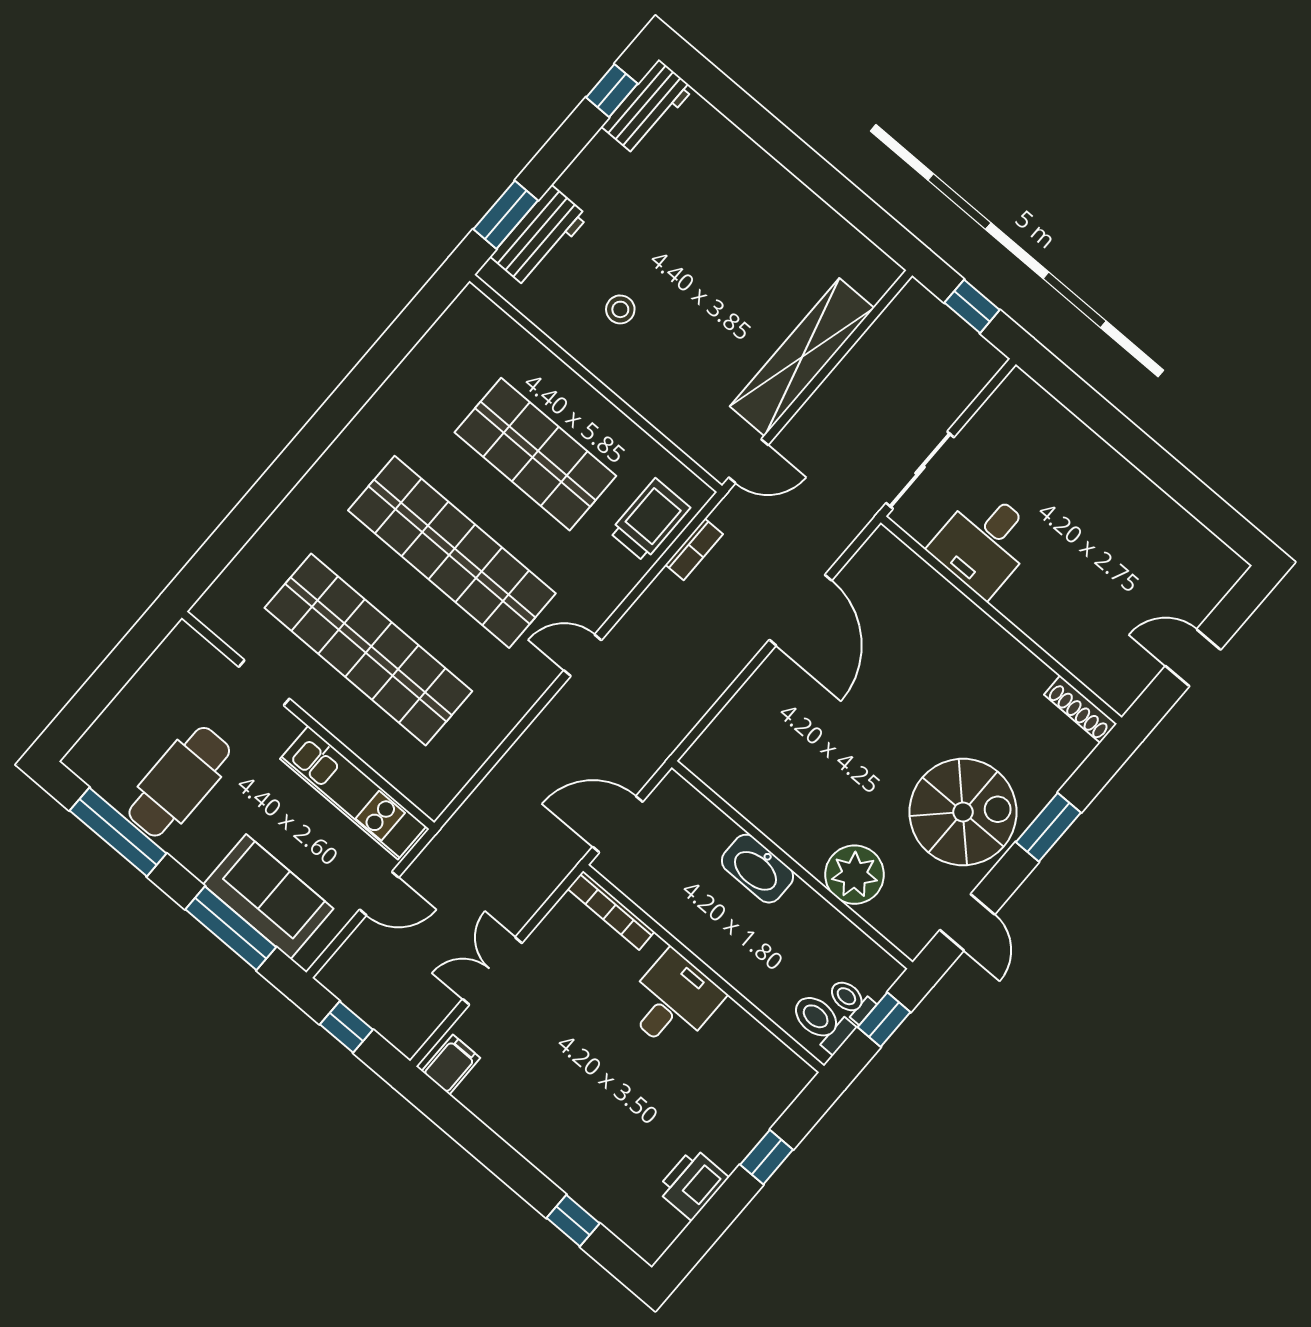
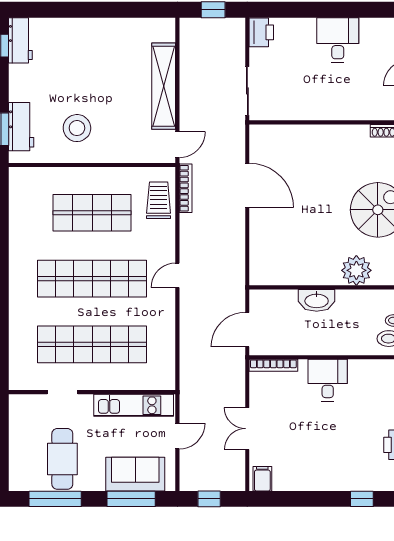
stool: (620, 309) -> (77, 128), width x1.89, depth x1.89
printer: (1015, 401) -> (261, 32), added
desk: (984, 543) -> (338, 40), moved, turned 180
bookcase: (694, 549) -> (186, 188), width x1.56

